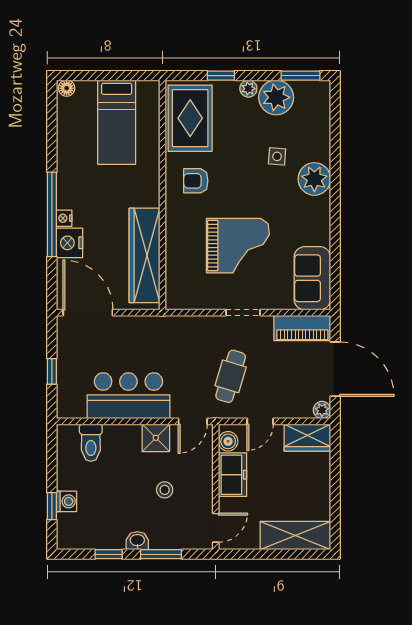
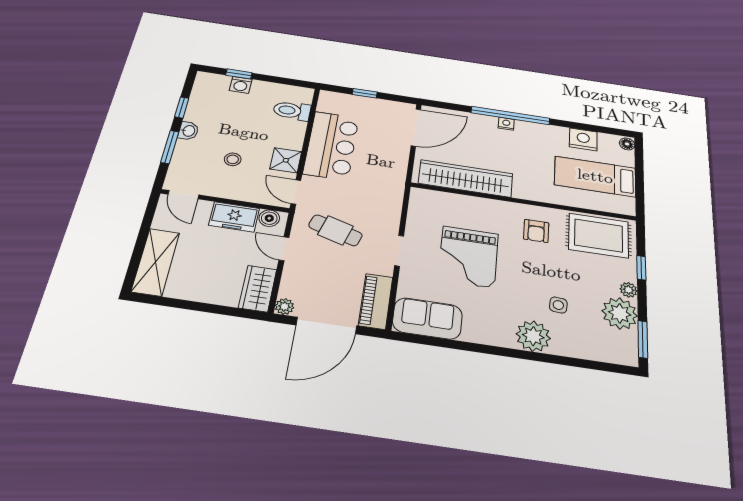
armchair: (196, 181) -> (536, 231), turned 180
nightstand: (70, 243) -> (583, 139), moved

